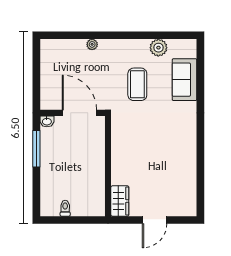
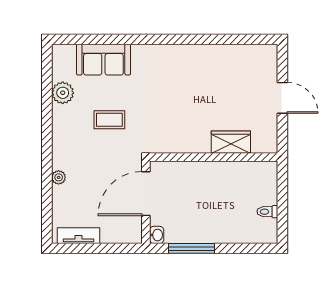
tv unit: (46, 60) -> (78, 236), added
coffee table: (137, 84) -> (109, 120), width x0.73, depth x0.77
wardrobe: (120, 201) -> (231, 142), moved

